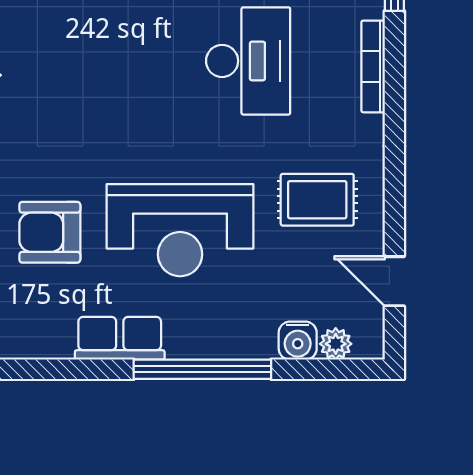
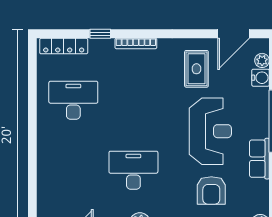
desk: (248, 61) -> (133, 170), moved
door: (394, 281) -> (234, 34), width x1.38

